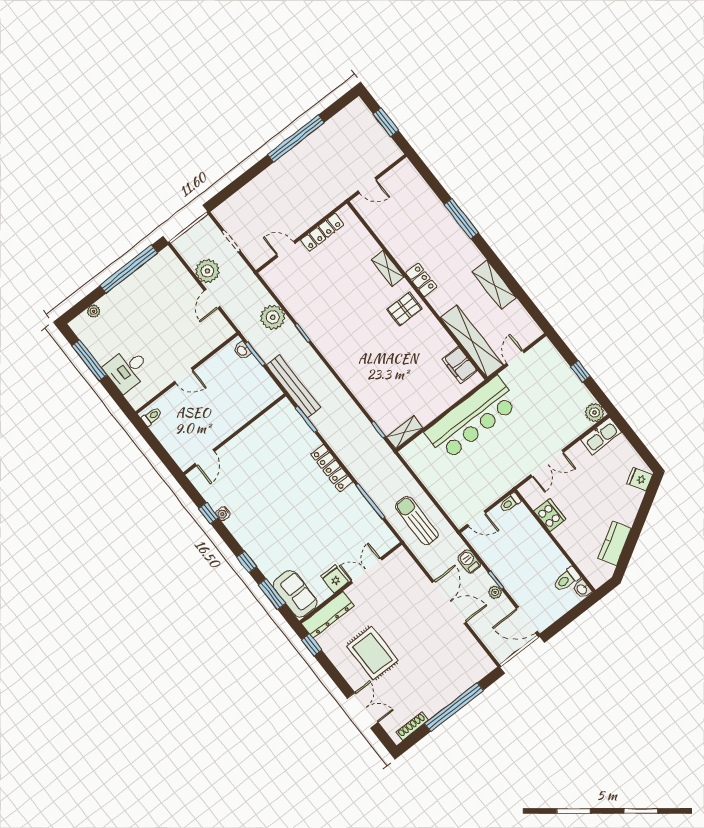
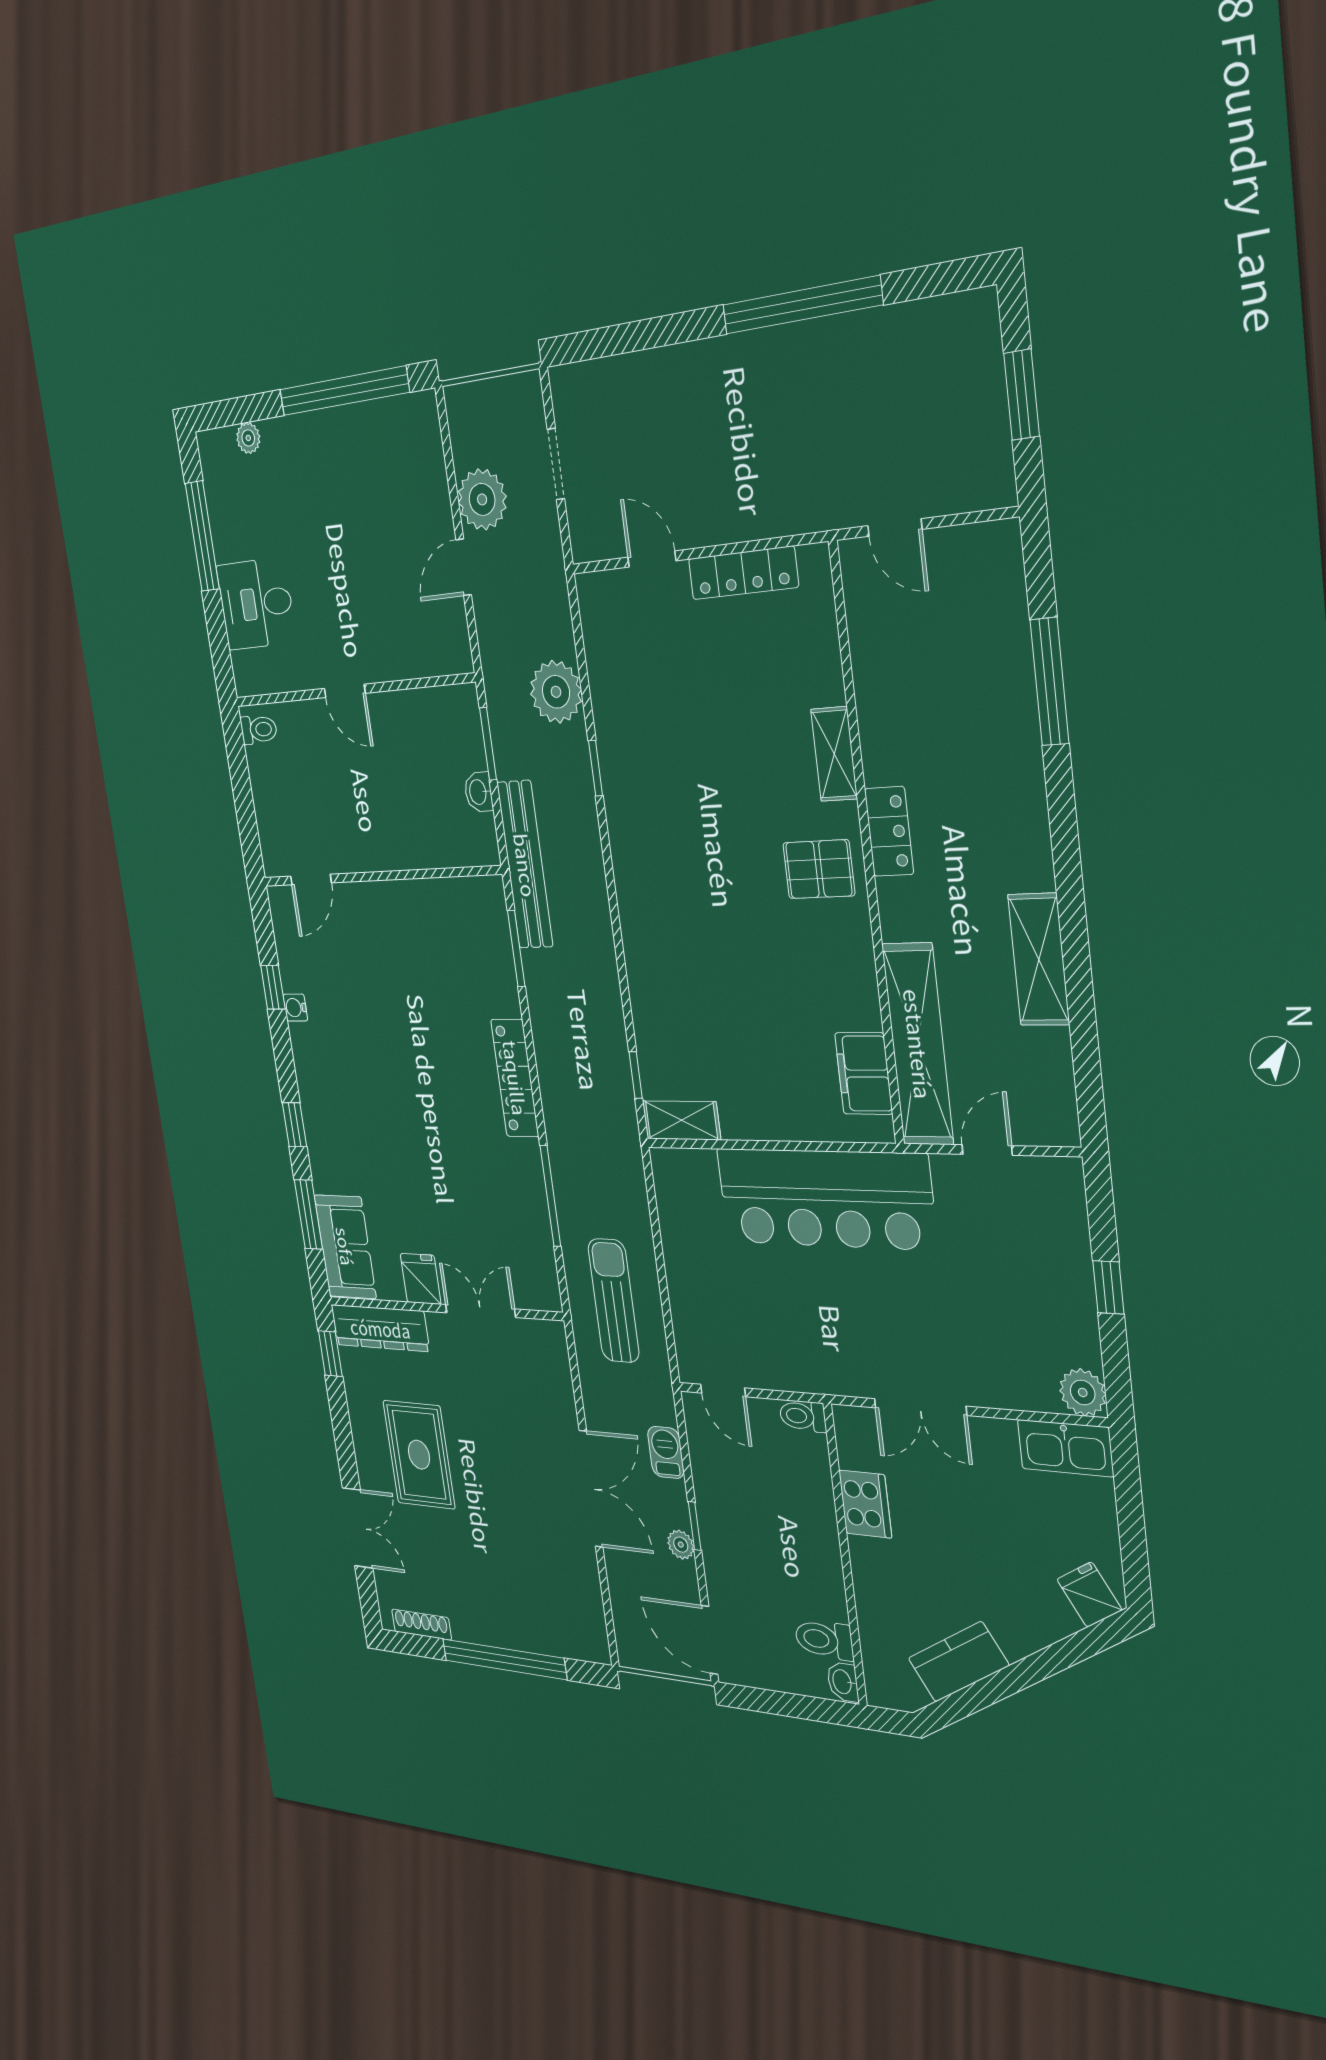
window: (461, 219) -> (1050, 682), moved
washbasin: (242, 351) -> (479, 792), moved

